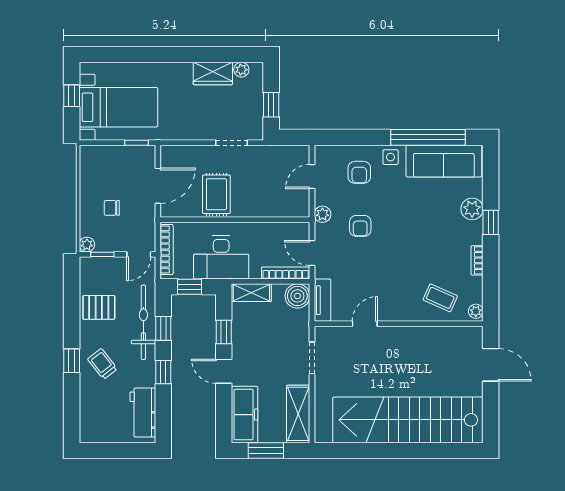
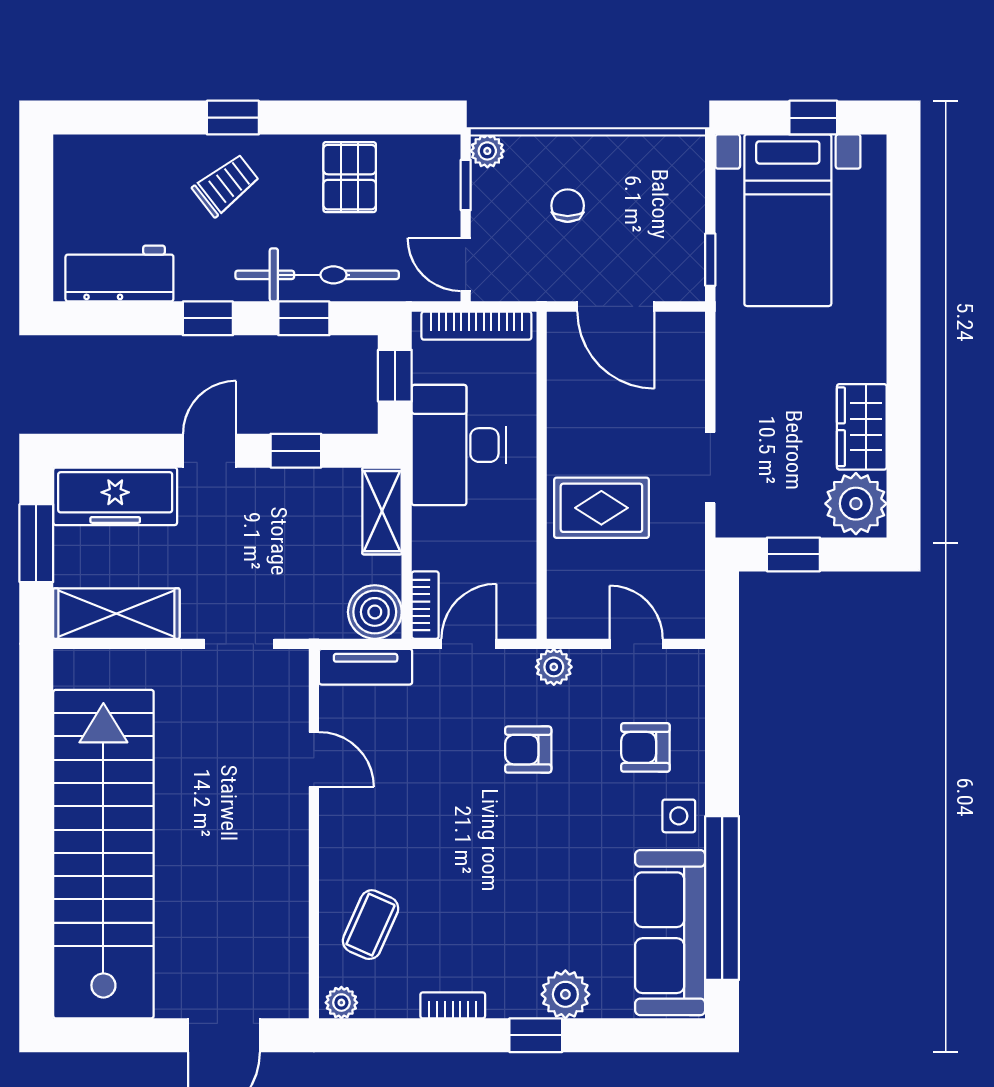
plant: (241, 70) -> (856, 504), width x1.88, depth x1.88
rug: (216, 194) -> (601, 508), moved
bookcase: (286, 273) -> (425, 605), width x0.64

